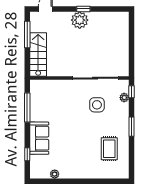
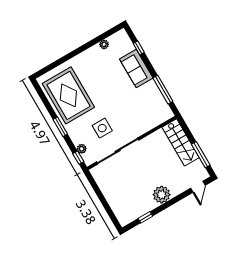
window: (83, 9) -> (145, 217), moved
rug: (109, 149) -> (68, 95), width x1.86, depth x2.06

